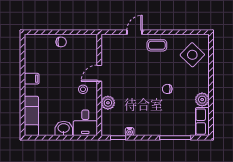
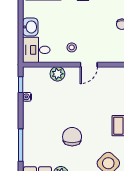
door: (99, 73) -> (89, 65), swing flipped
chair: (167, 89) -> (72, 137), width x1.87, depth x1.87

